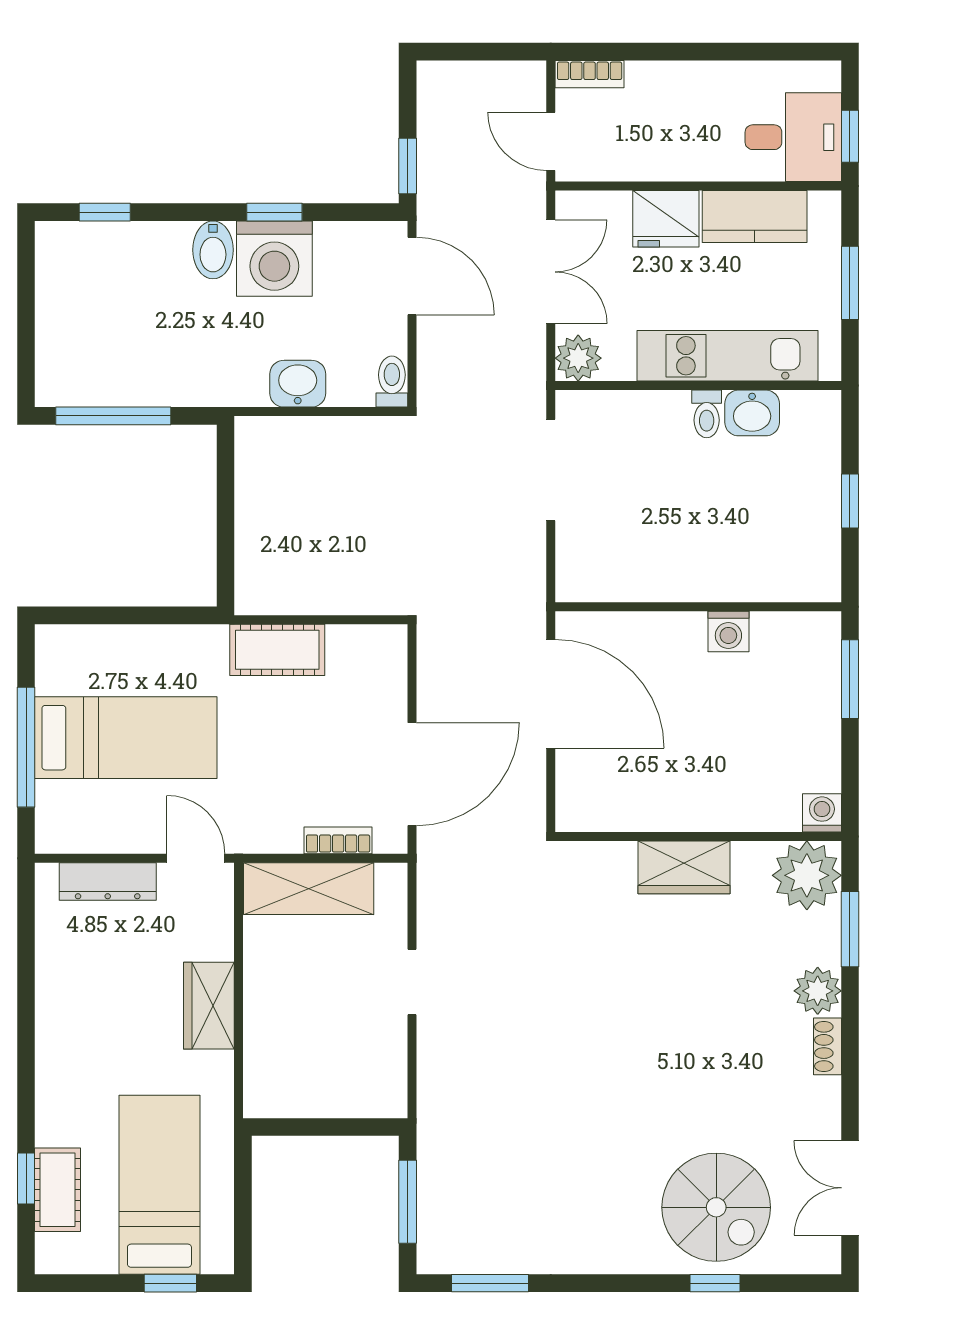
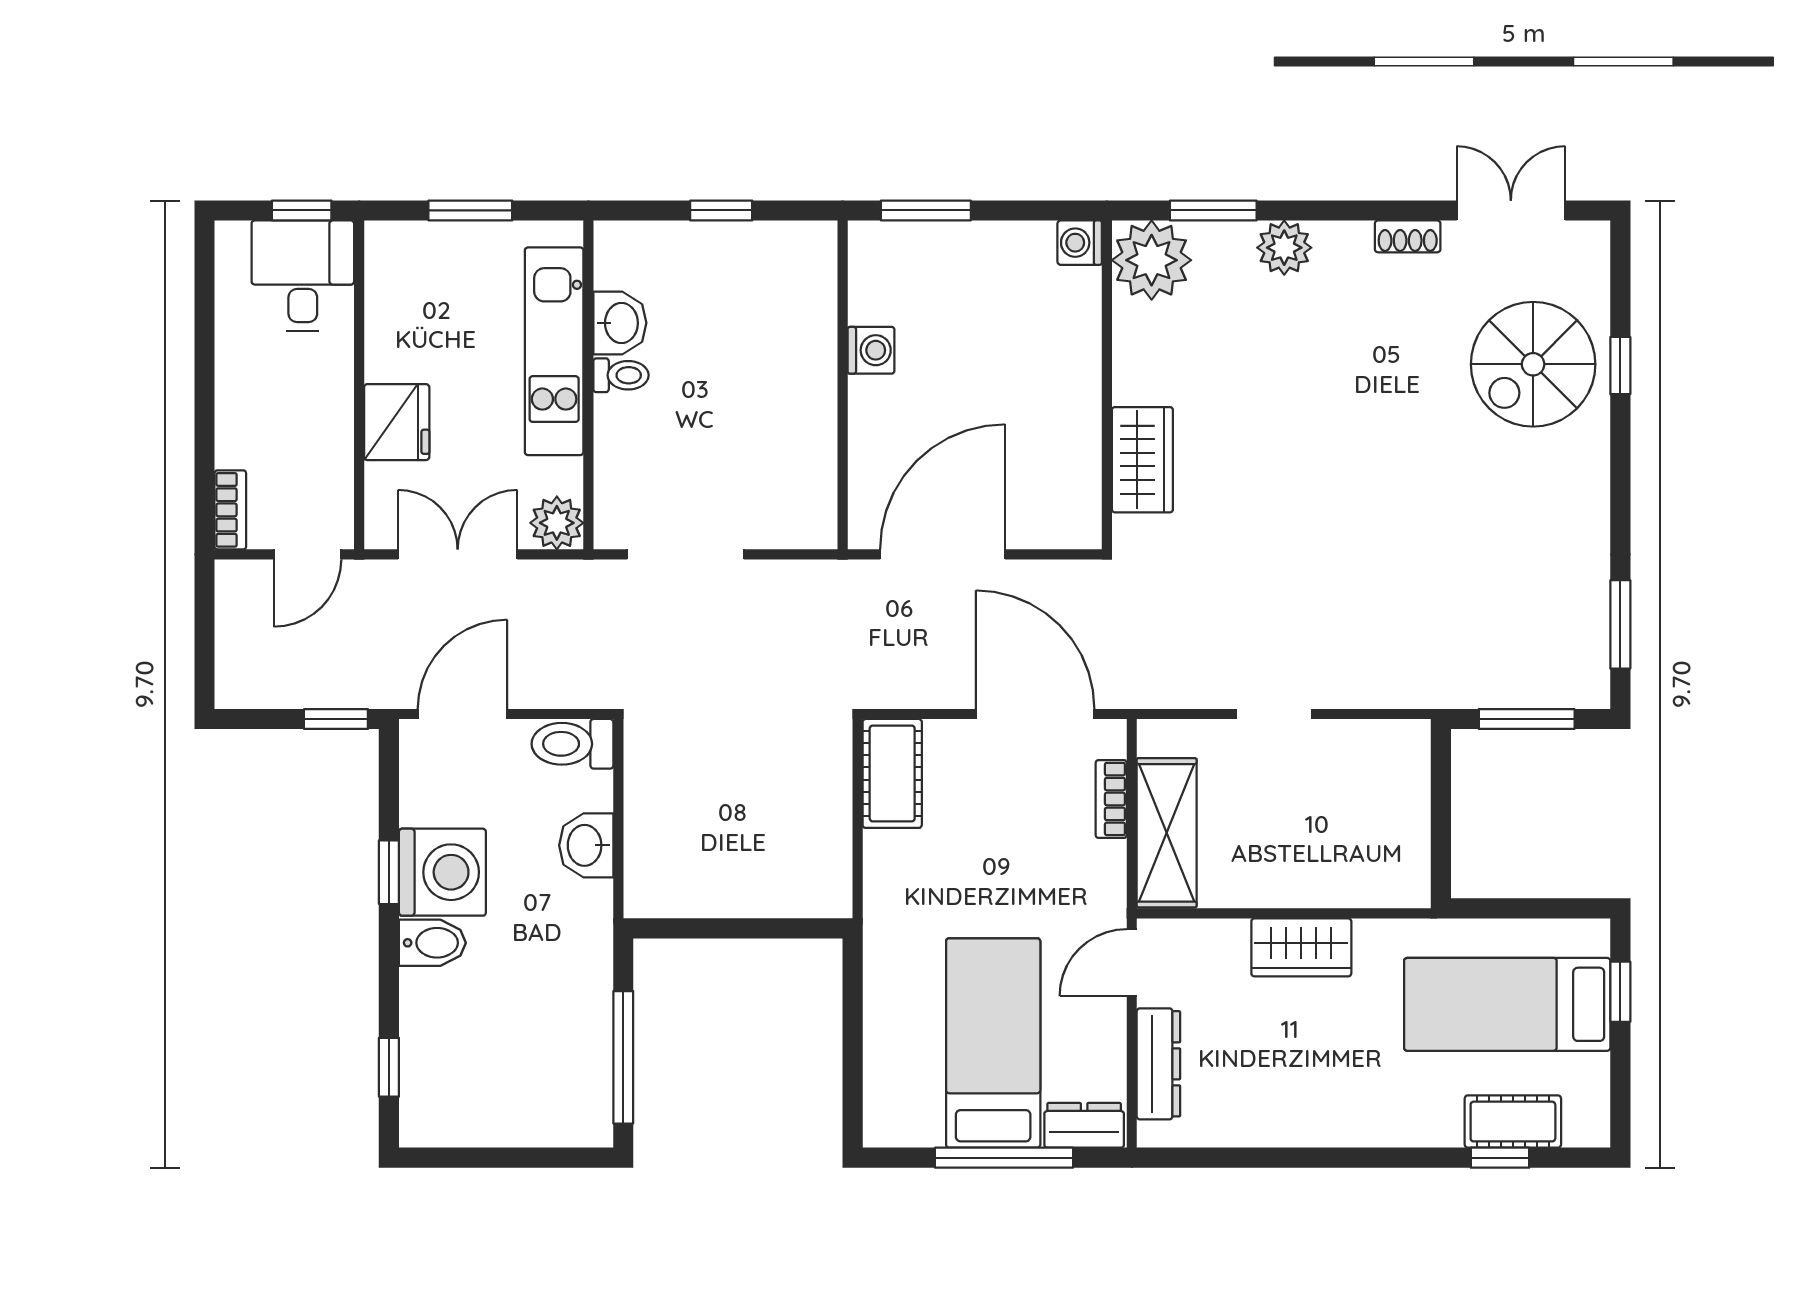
kitchen counter: (755, 217) -> (394, 320), removed
toilet: (392, 382) -> (572, 744), width x1.37, depth x1.39
cot: (277, 650) -> (892, 773), moved
dresser: (54, 817) -> (1084, 1125), added
wardrobe: (684, 867) -> (1142, 460), moved
shoe rack: (827, 1046) -> (1408, 236), moved
double door: (850, 1188) -> (1511, 210), swing flipped
spiral stairs: (716, 1207) -> (1533, 364), turned 180

